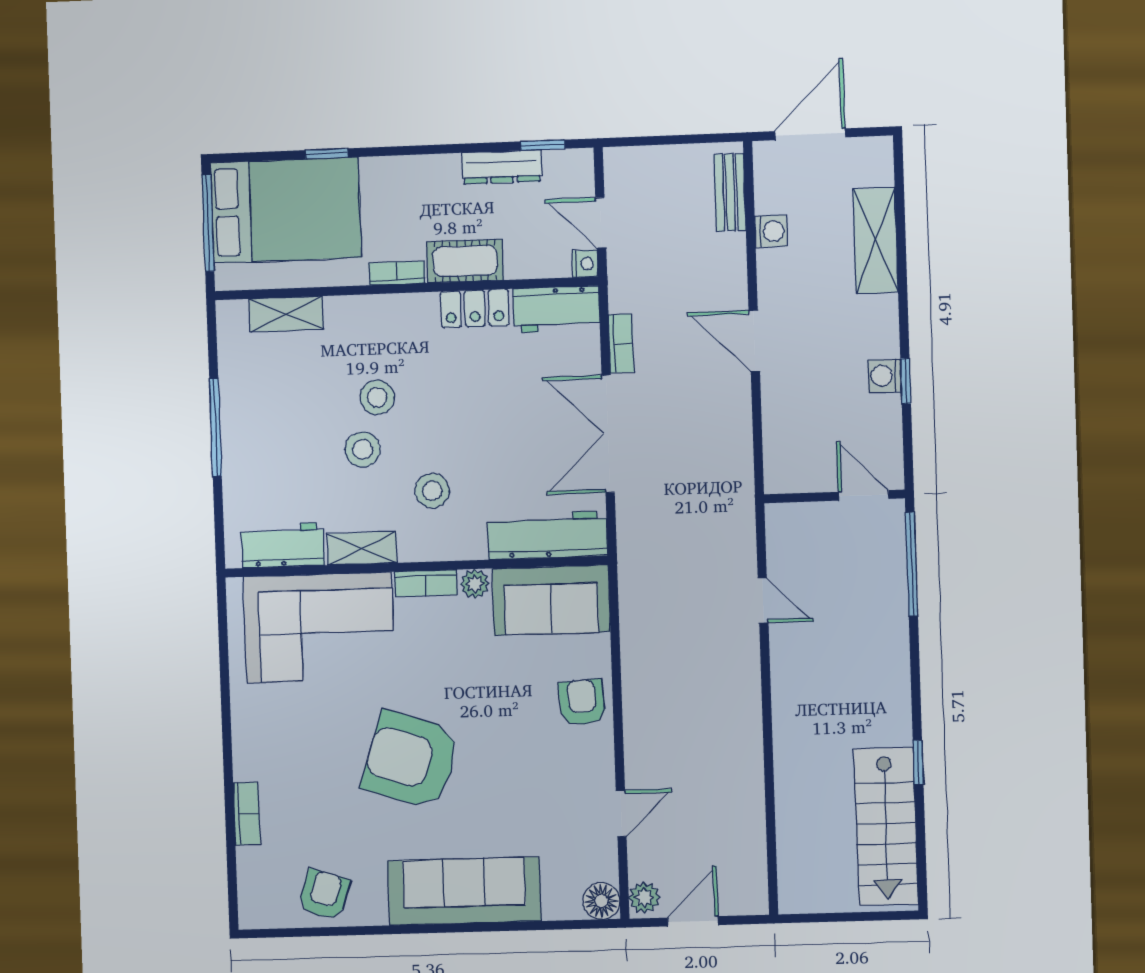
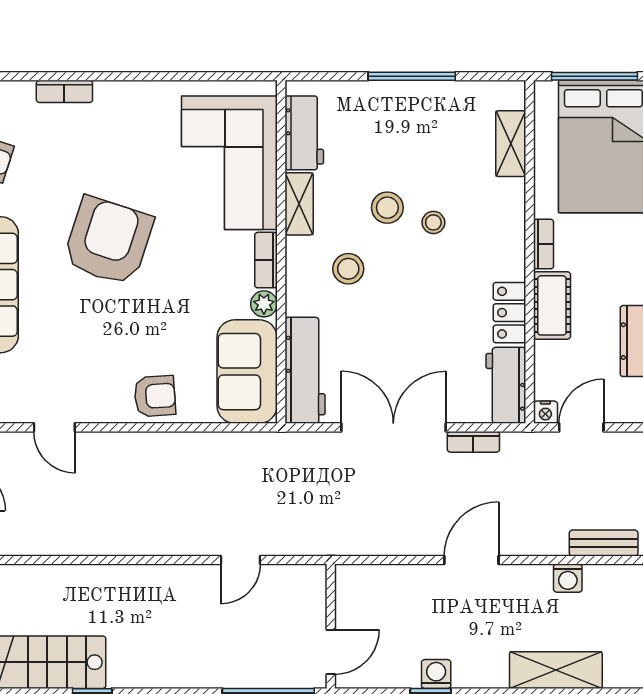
stool: (377, 397) -> (433, 222), width x0.73, depth x0.73

